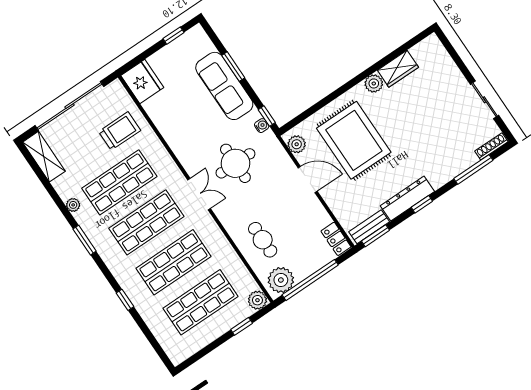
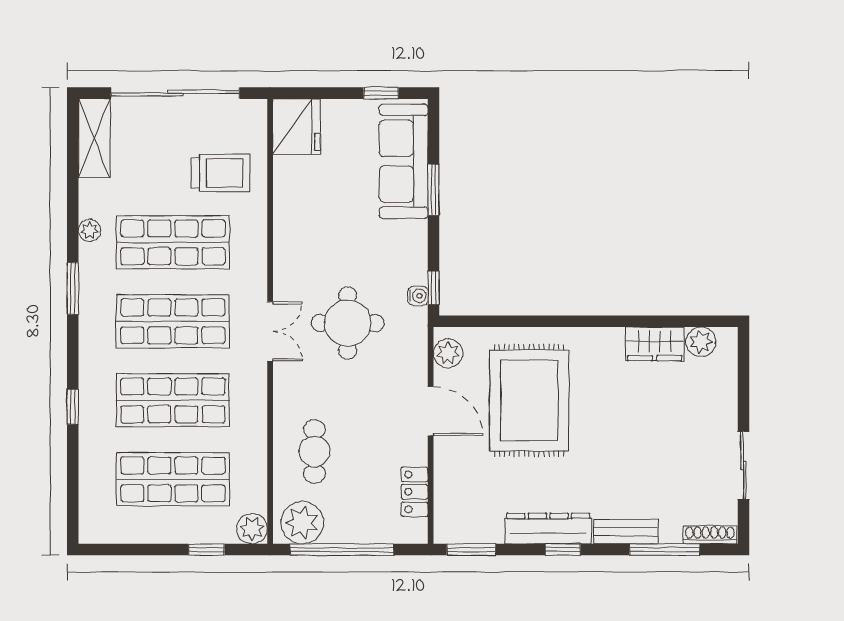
plant: (374, 83) -> (701, 342), moved
sofa: (224, 86) -> (404, 161), moved
bench: (369, 227) -> (626, 532), moved
locker: (336, 239) -> (415, 492), moved

